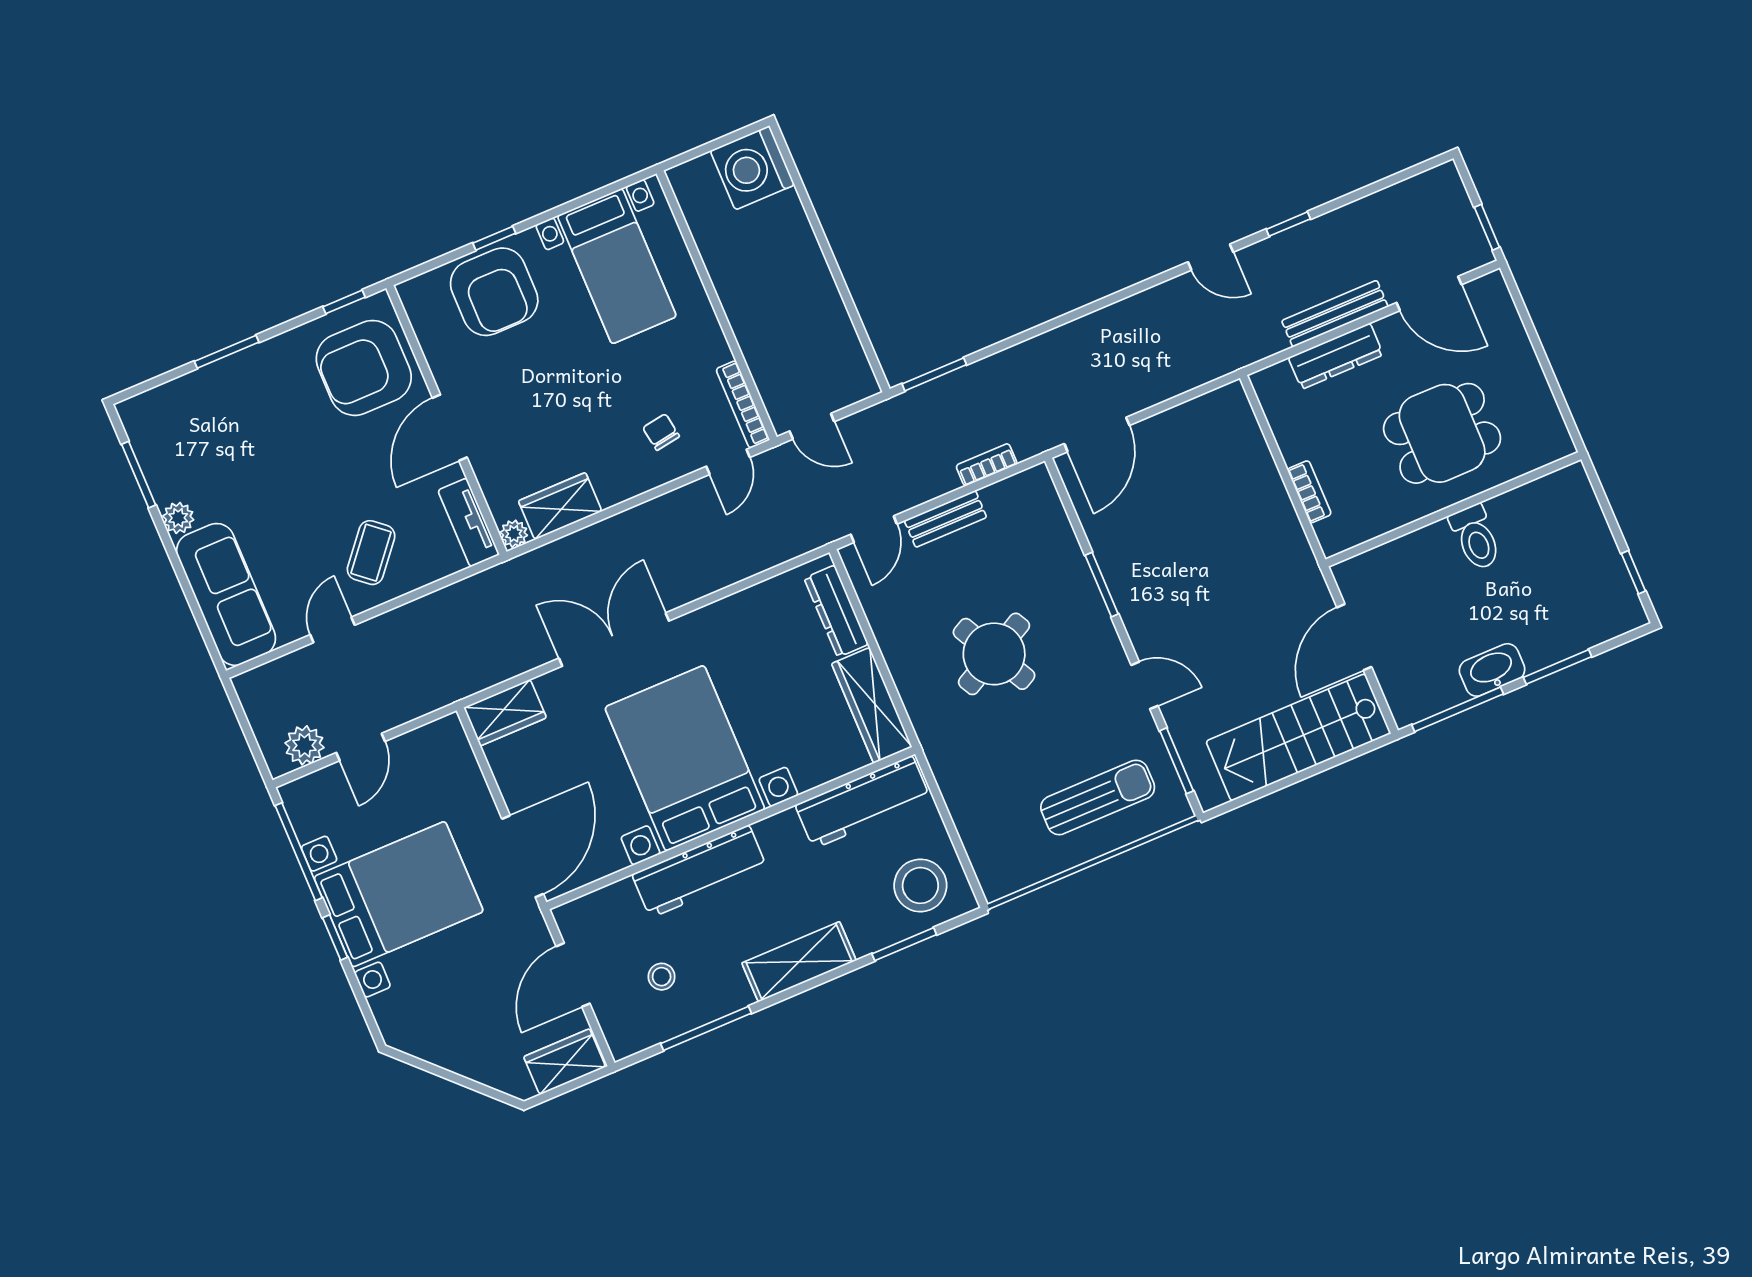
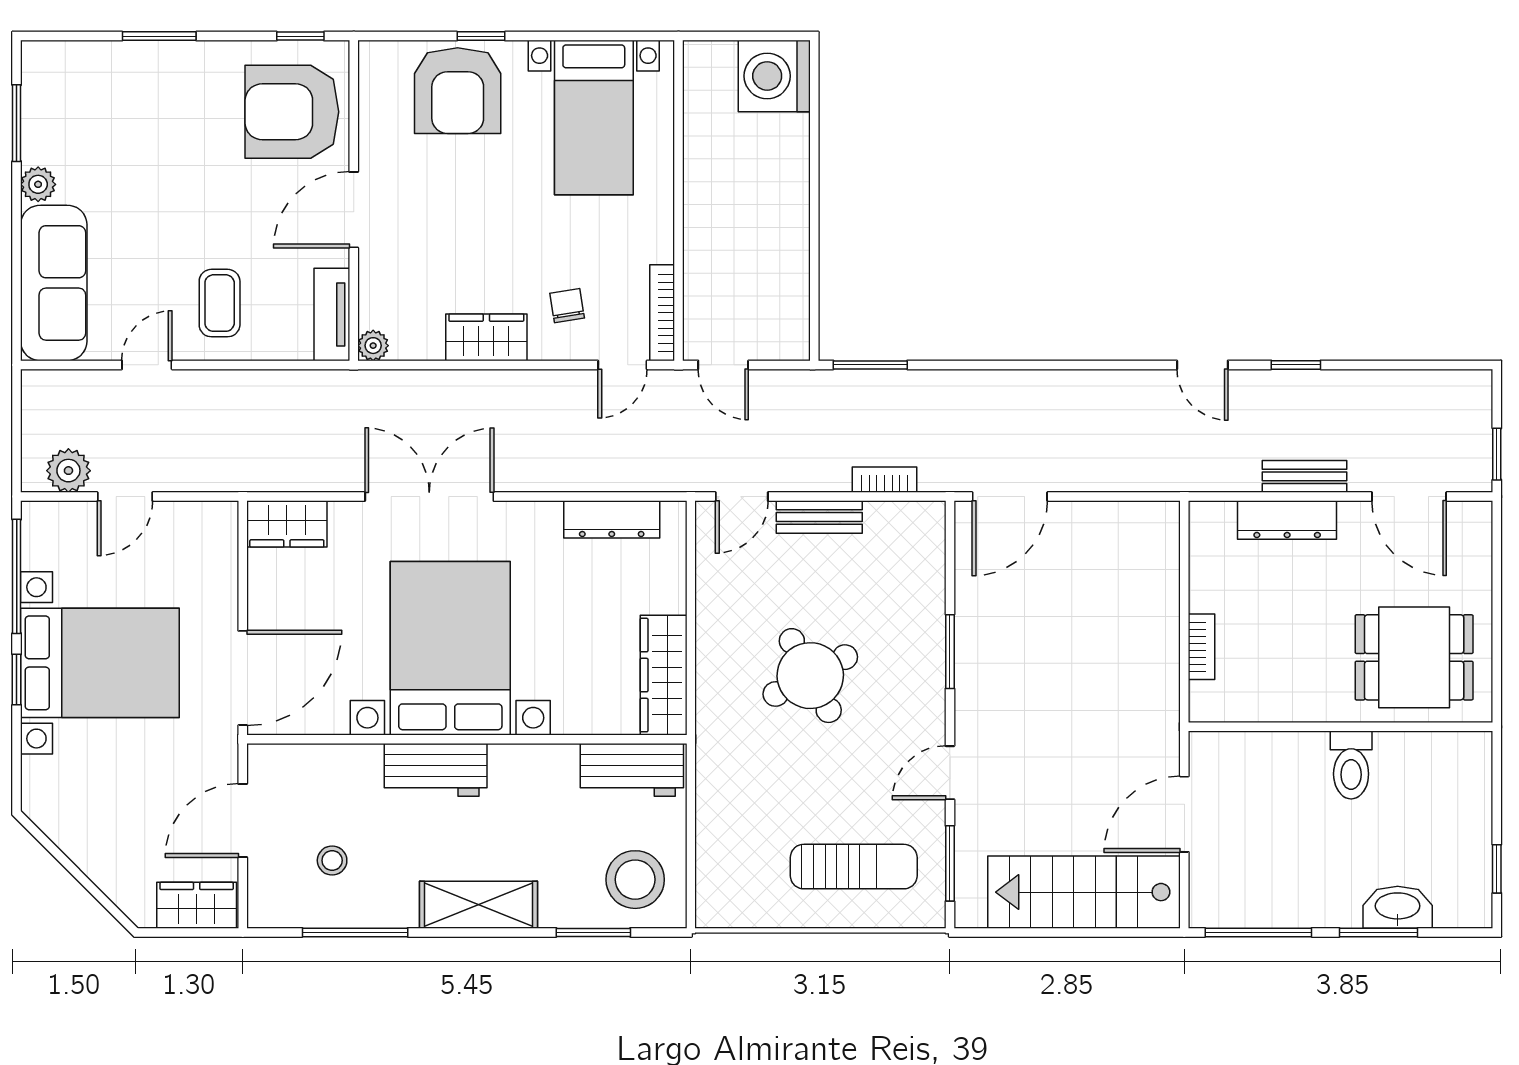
bench: (1335, 314) -> (1305, 476), width x0.73
dining table: (1442, 433) -> (1414, 657), moved
wardrobe: (560, 506) -> (486, 337), moved
coffee table: (371, 553) -> (220, 303), turned -40
dresser: (836, 611) -> (612, 519), moved, turned -90
washbasin: (1492, 670) -> (1398, 907), moved
door: (1145, 685) -> (950, 773), swing flipped
workbench: (863, 802) -> (632, 770), width x0.73
workbench: (700, 871) -> (436, 770), width x0.73

